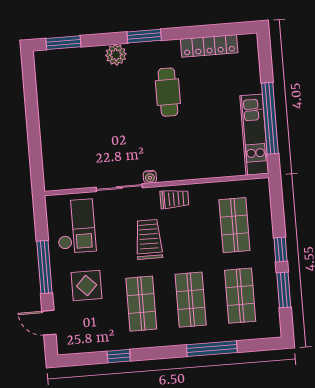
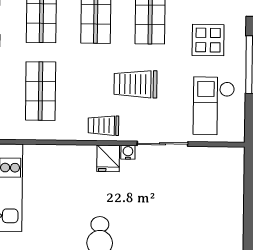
fridge: (167, 170) -> (108, 158), added
trolley: (149, 239) -> (136, 84), turned 90

